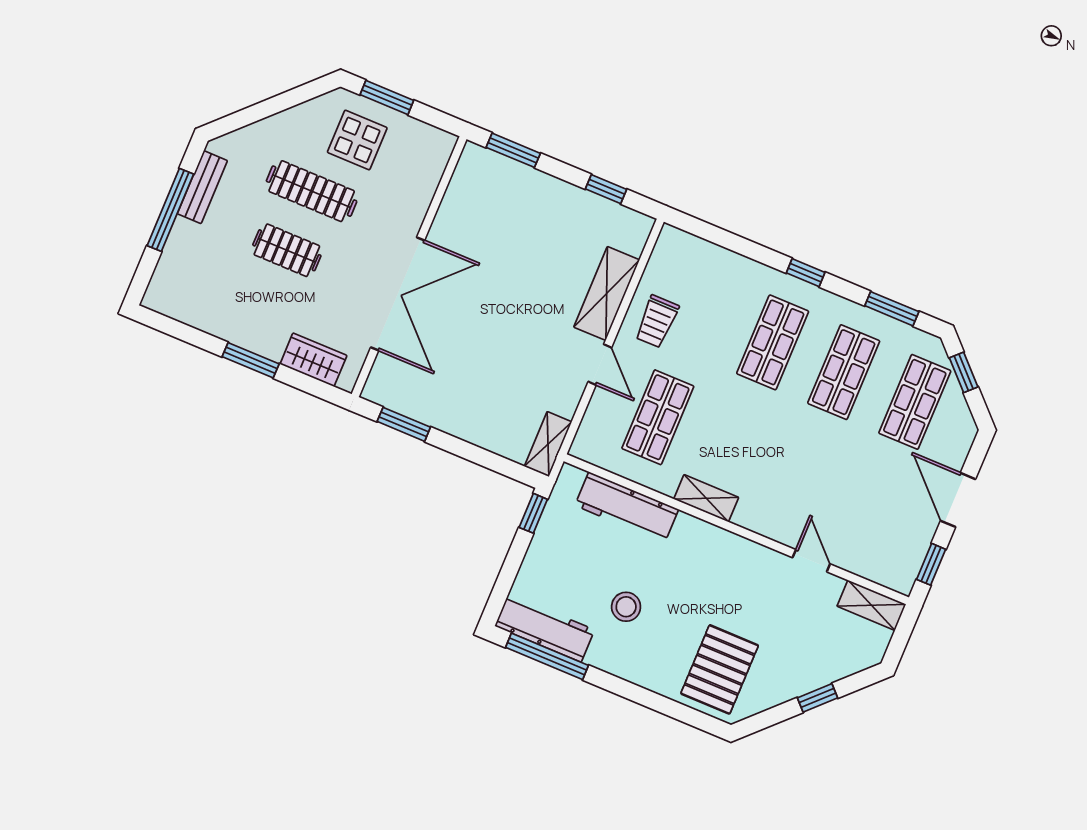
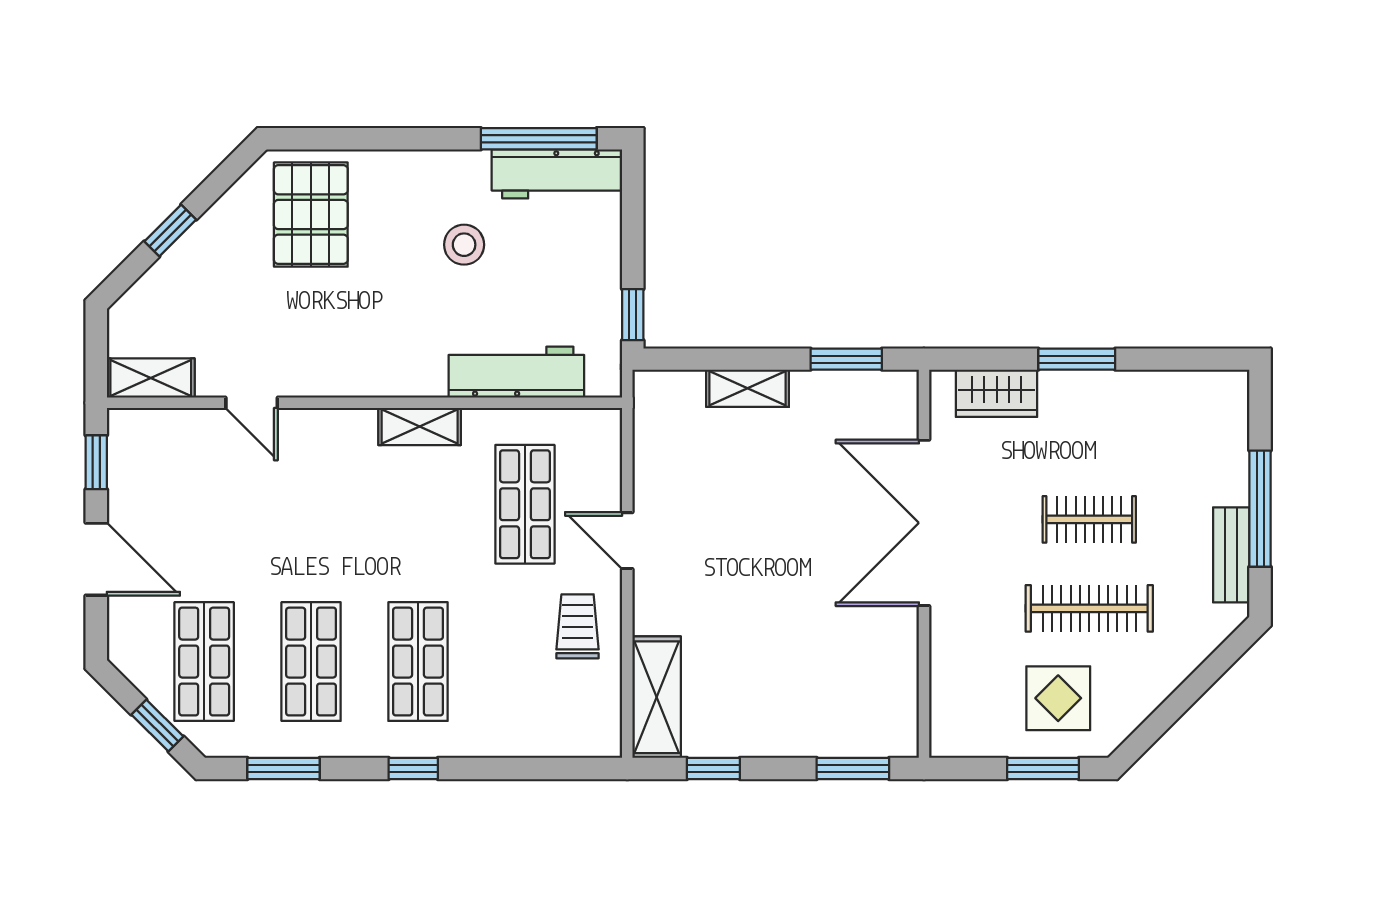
shelving: (607, 293) -> (657, 697), moved
shelving: (548, 444) -> (748, 388), moved, turned 90

